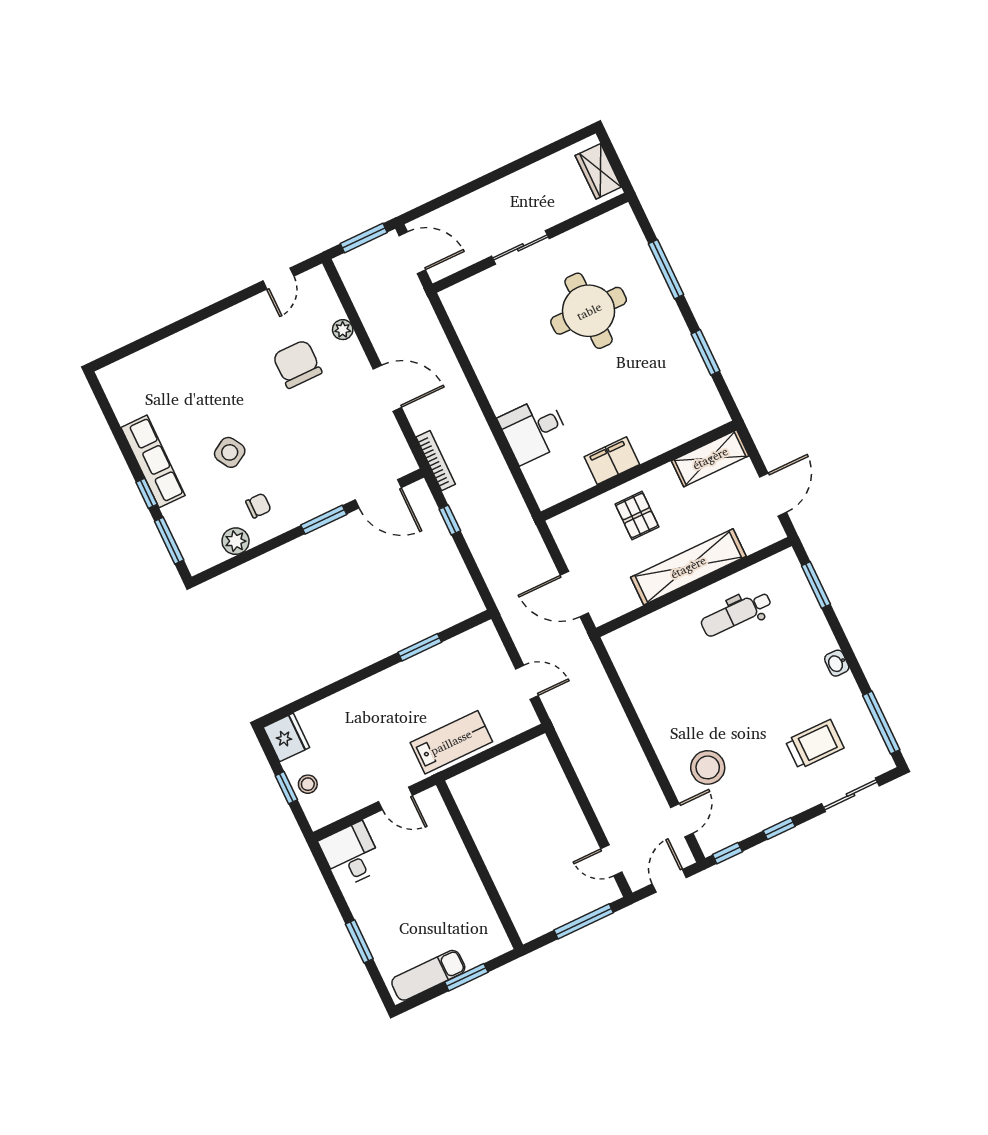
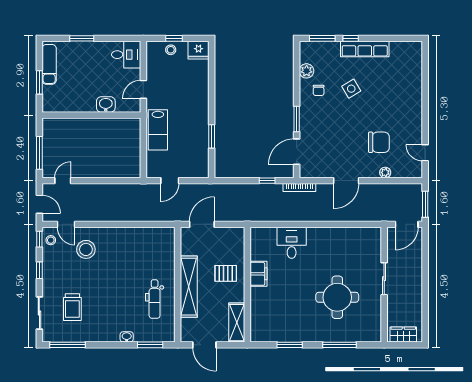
dental chair: (736, 614) -> (155, 299), turned 180
washbasin: (837, 663) -> (127, 337), moved
stool: (720, 833) -> (51, 240), added
washbasin: (450, 849) -> (106, 104), added

